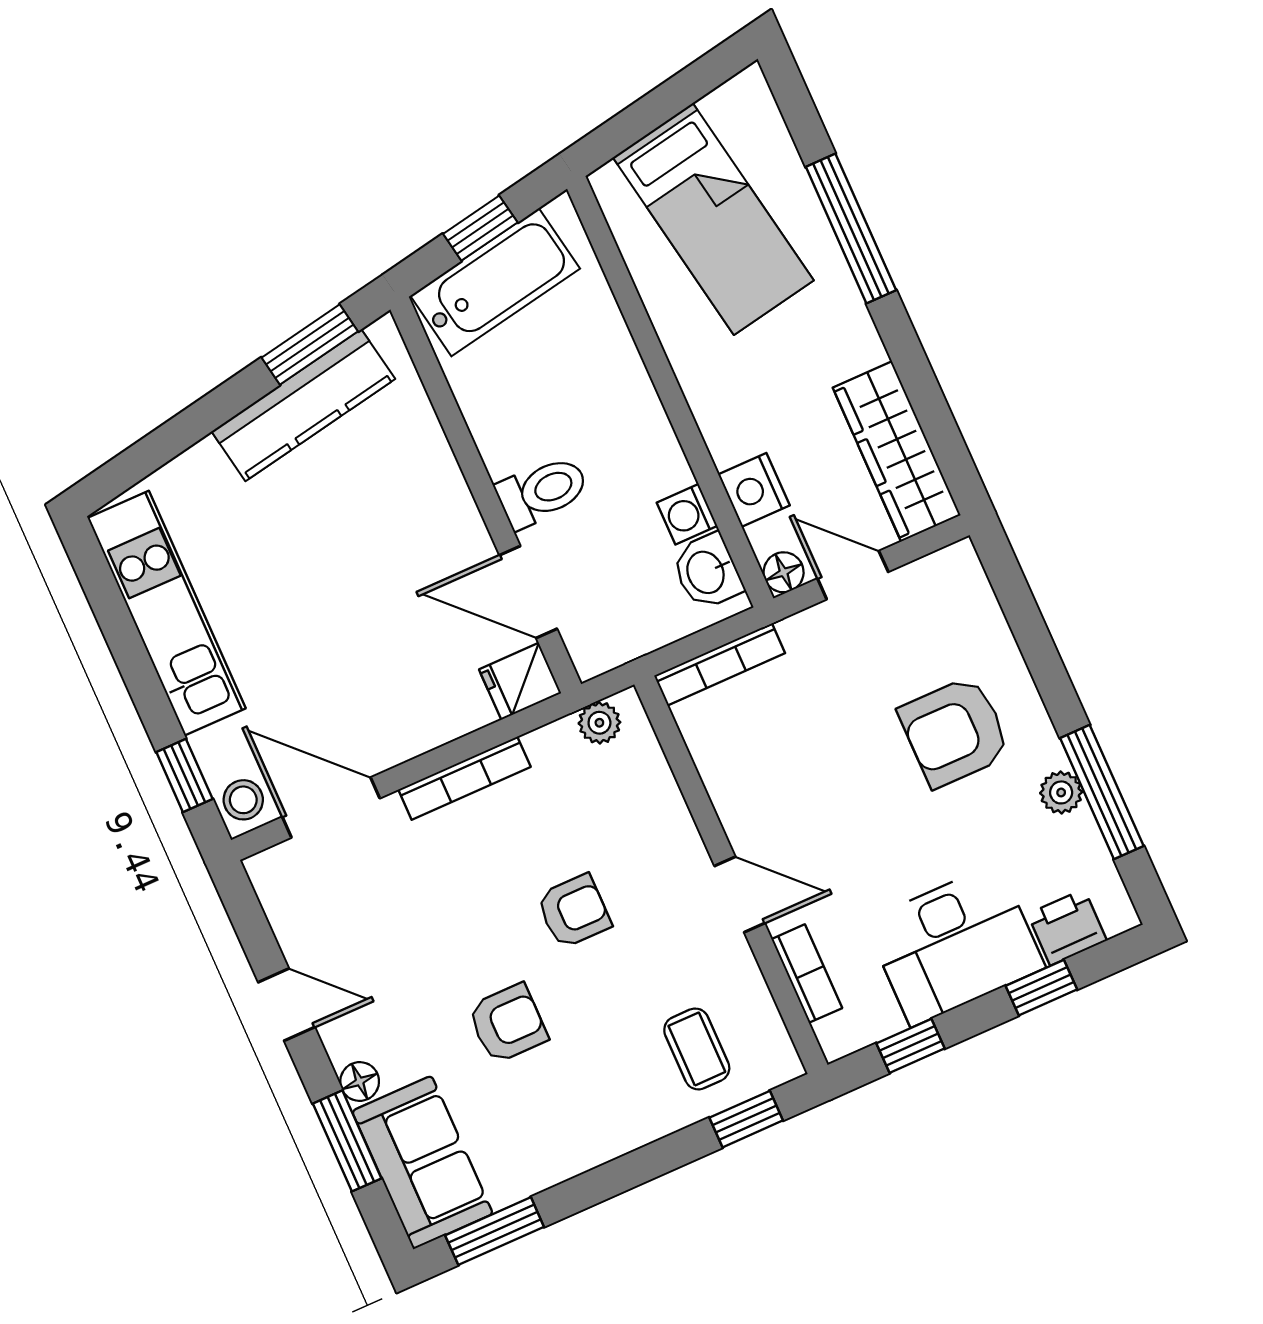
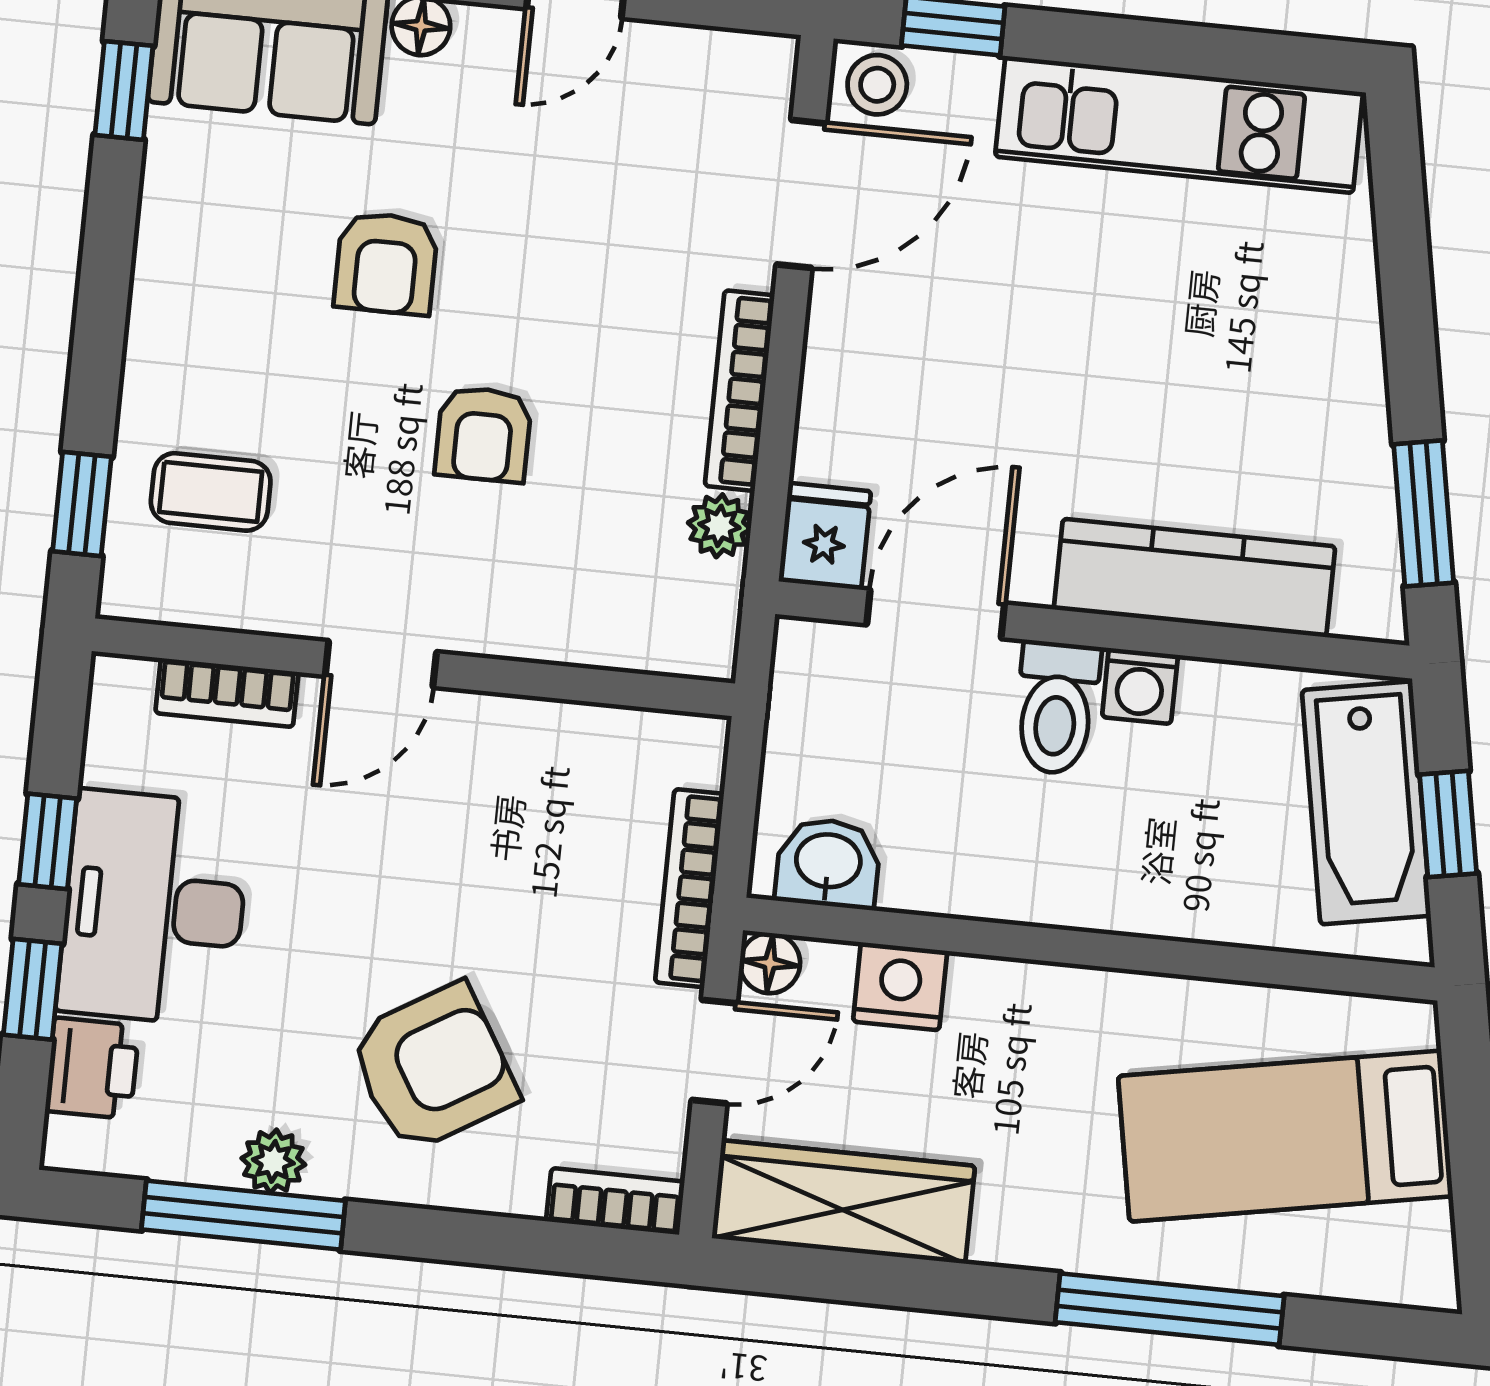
kitchen counter: (303, 405) -> (1194, 578), moved, turned 100
washing machine: (687, 514) -> (1140, 686), moved, turned 180
bookcase: (971, 583) -> (615, 1201), added
bookcase: (720, 664) -> (689, 888), moved
plant: (599, 723) -> (719, 526), moved
armchair: (955, 732) -> (433, 1068), turned 59
window: (910, 1046) -> (48, 841), moved
window: (495, 1231) -> (124, 90), width x0.67

